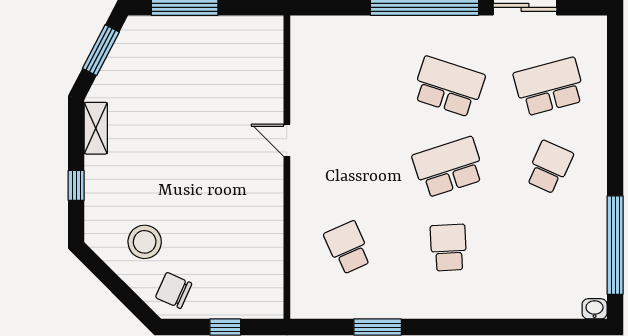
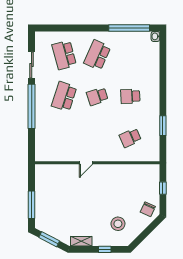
school desk: (449, 167) -> (97, 96), width x0.54
school desk: (549, 167) -> (97, 55), width x1.85
stool: (145, 242) -> (118, 224), moved

